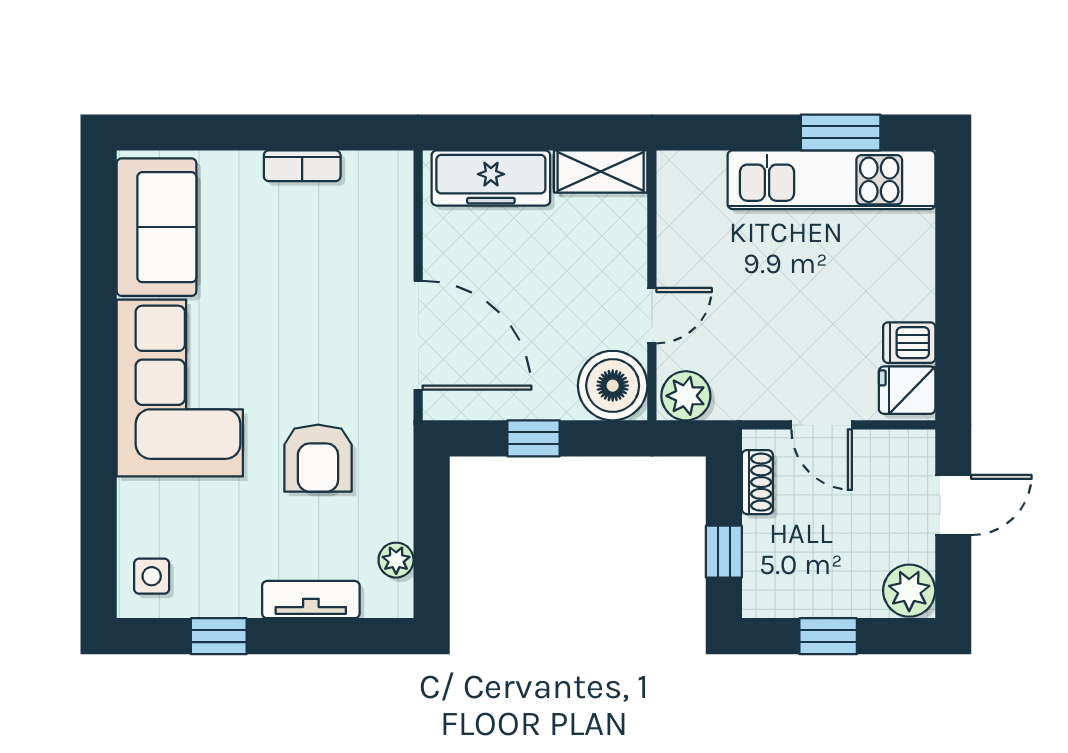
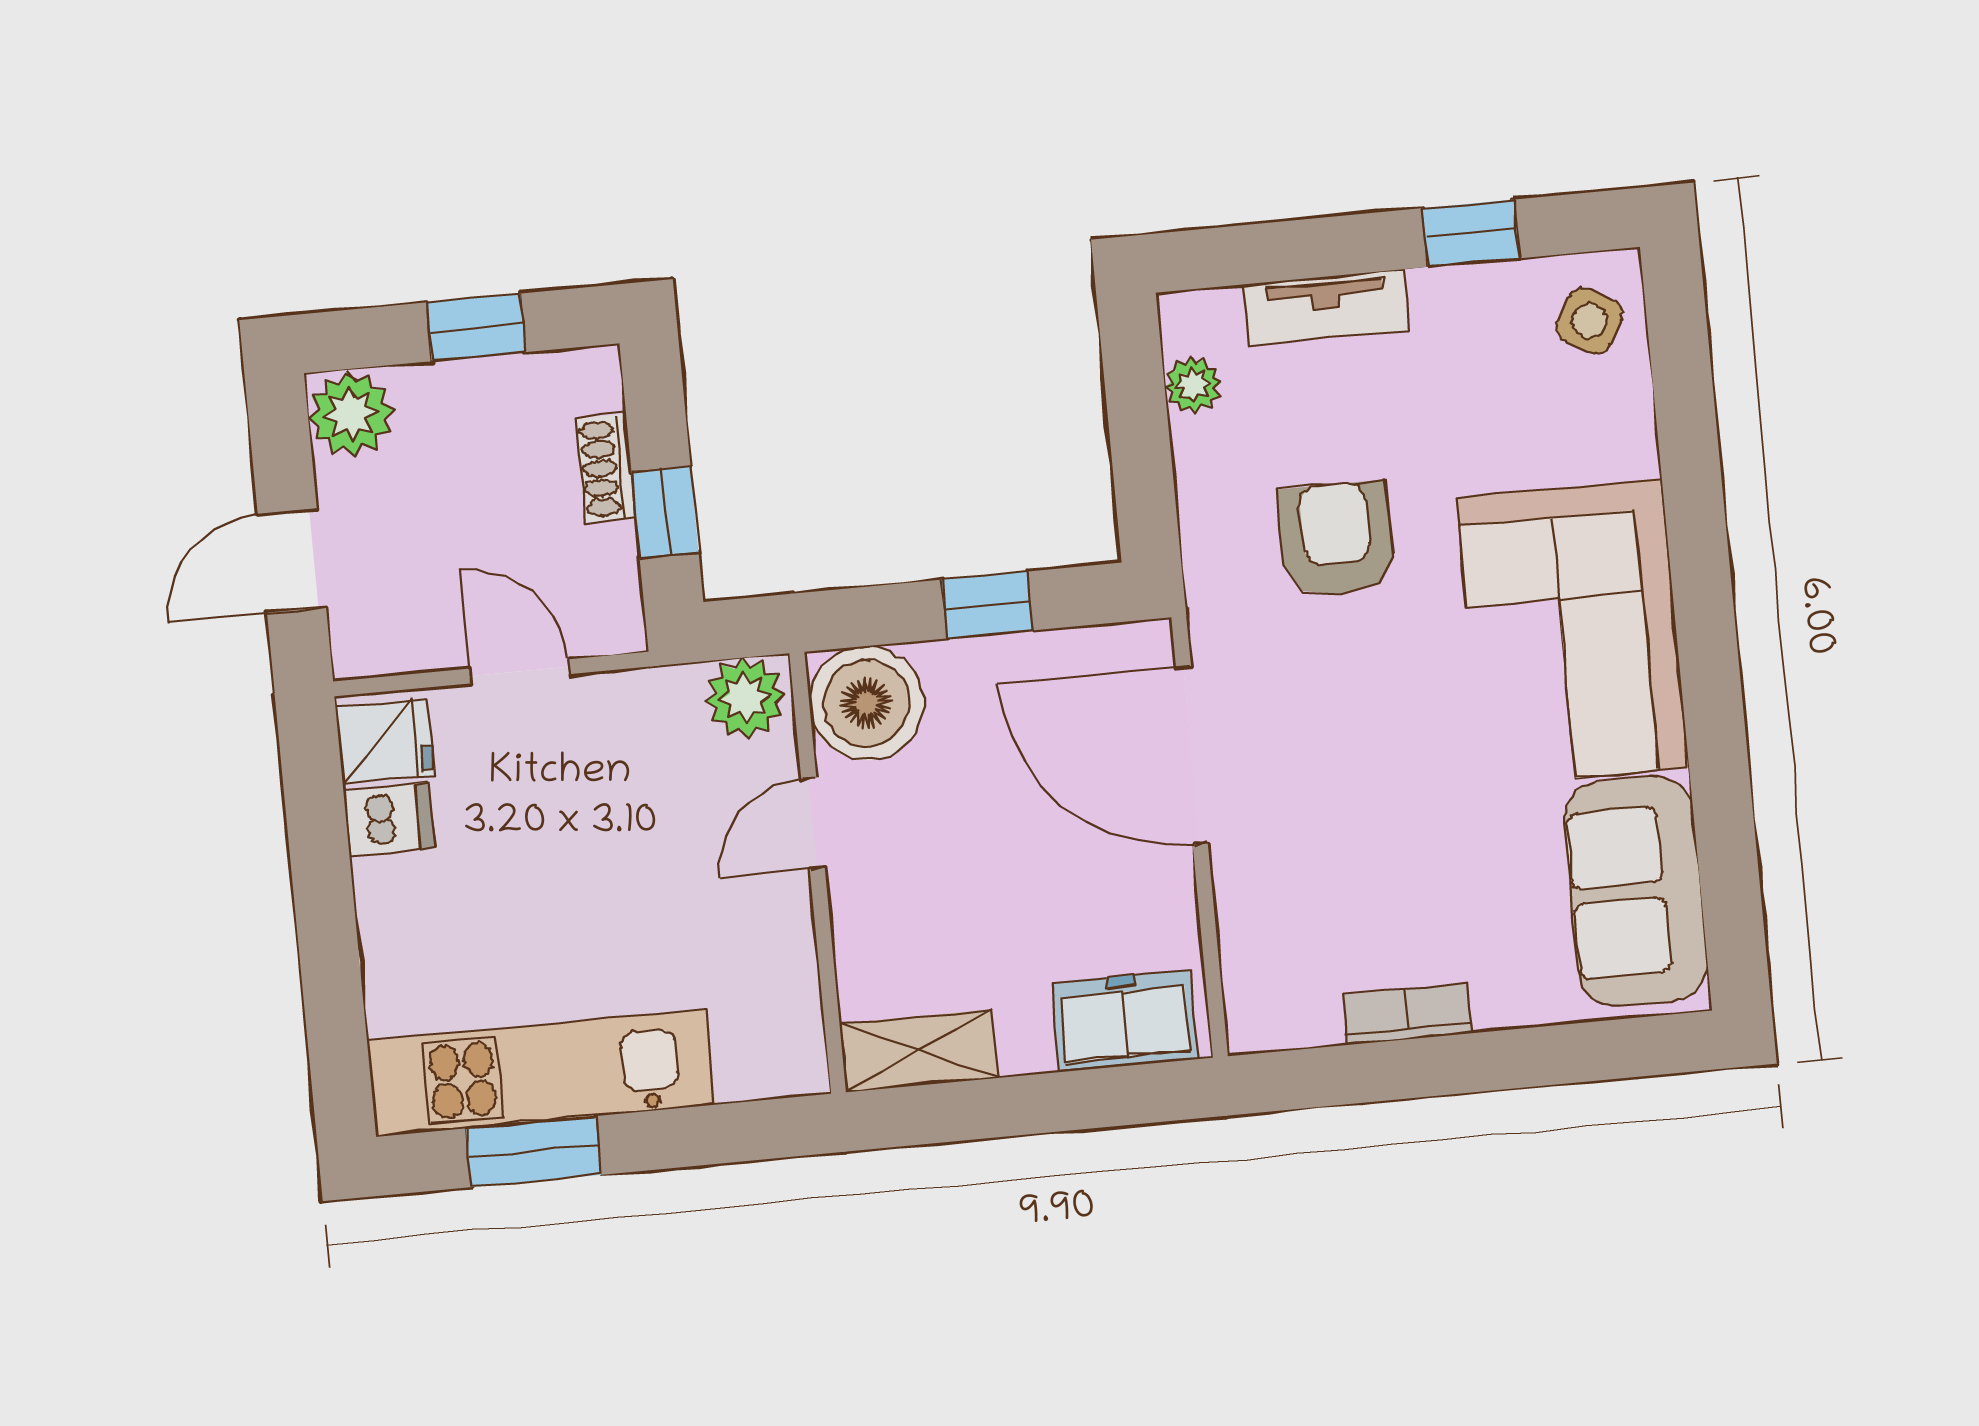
freezer: (491, 178) -> (1125, 1021), width x0.71
shoe rack: (757, 482) -> (606, 468), moved
window: (724, 552) -> (665, 512), moved
side table: (152, 576) -> (1590, 321), turned 30

